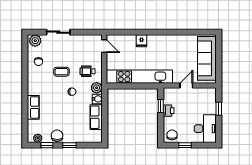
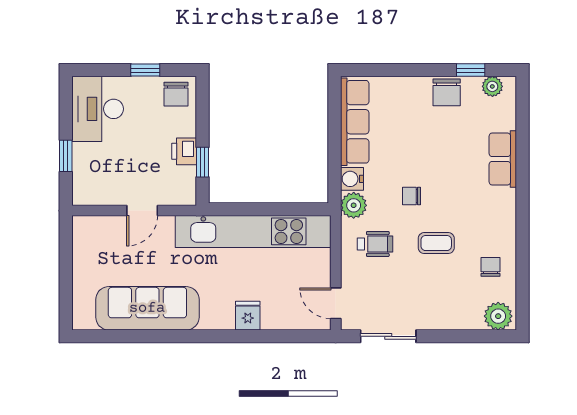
sliding door: (58, 32) -> (388, 336), moved
sofa: (207, 58) -> (147, 308), moved, turned -90
row of seats: (96, 117) -> (355, 122), width x1.48
window: (69, 145) -> (418, 70), removed

